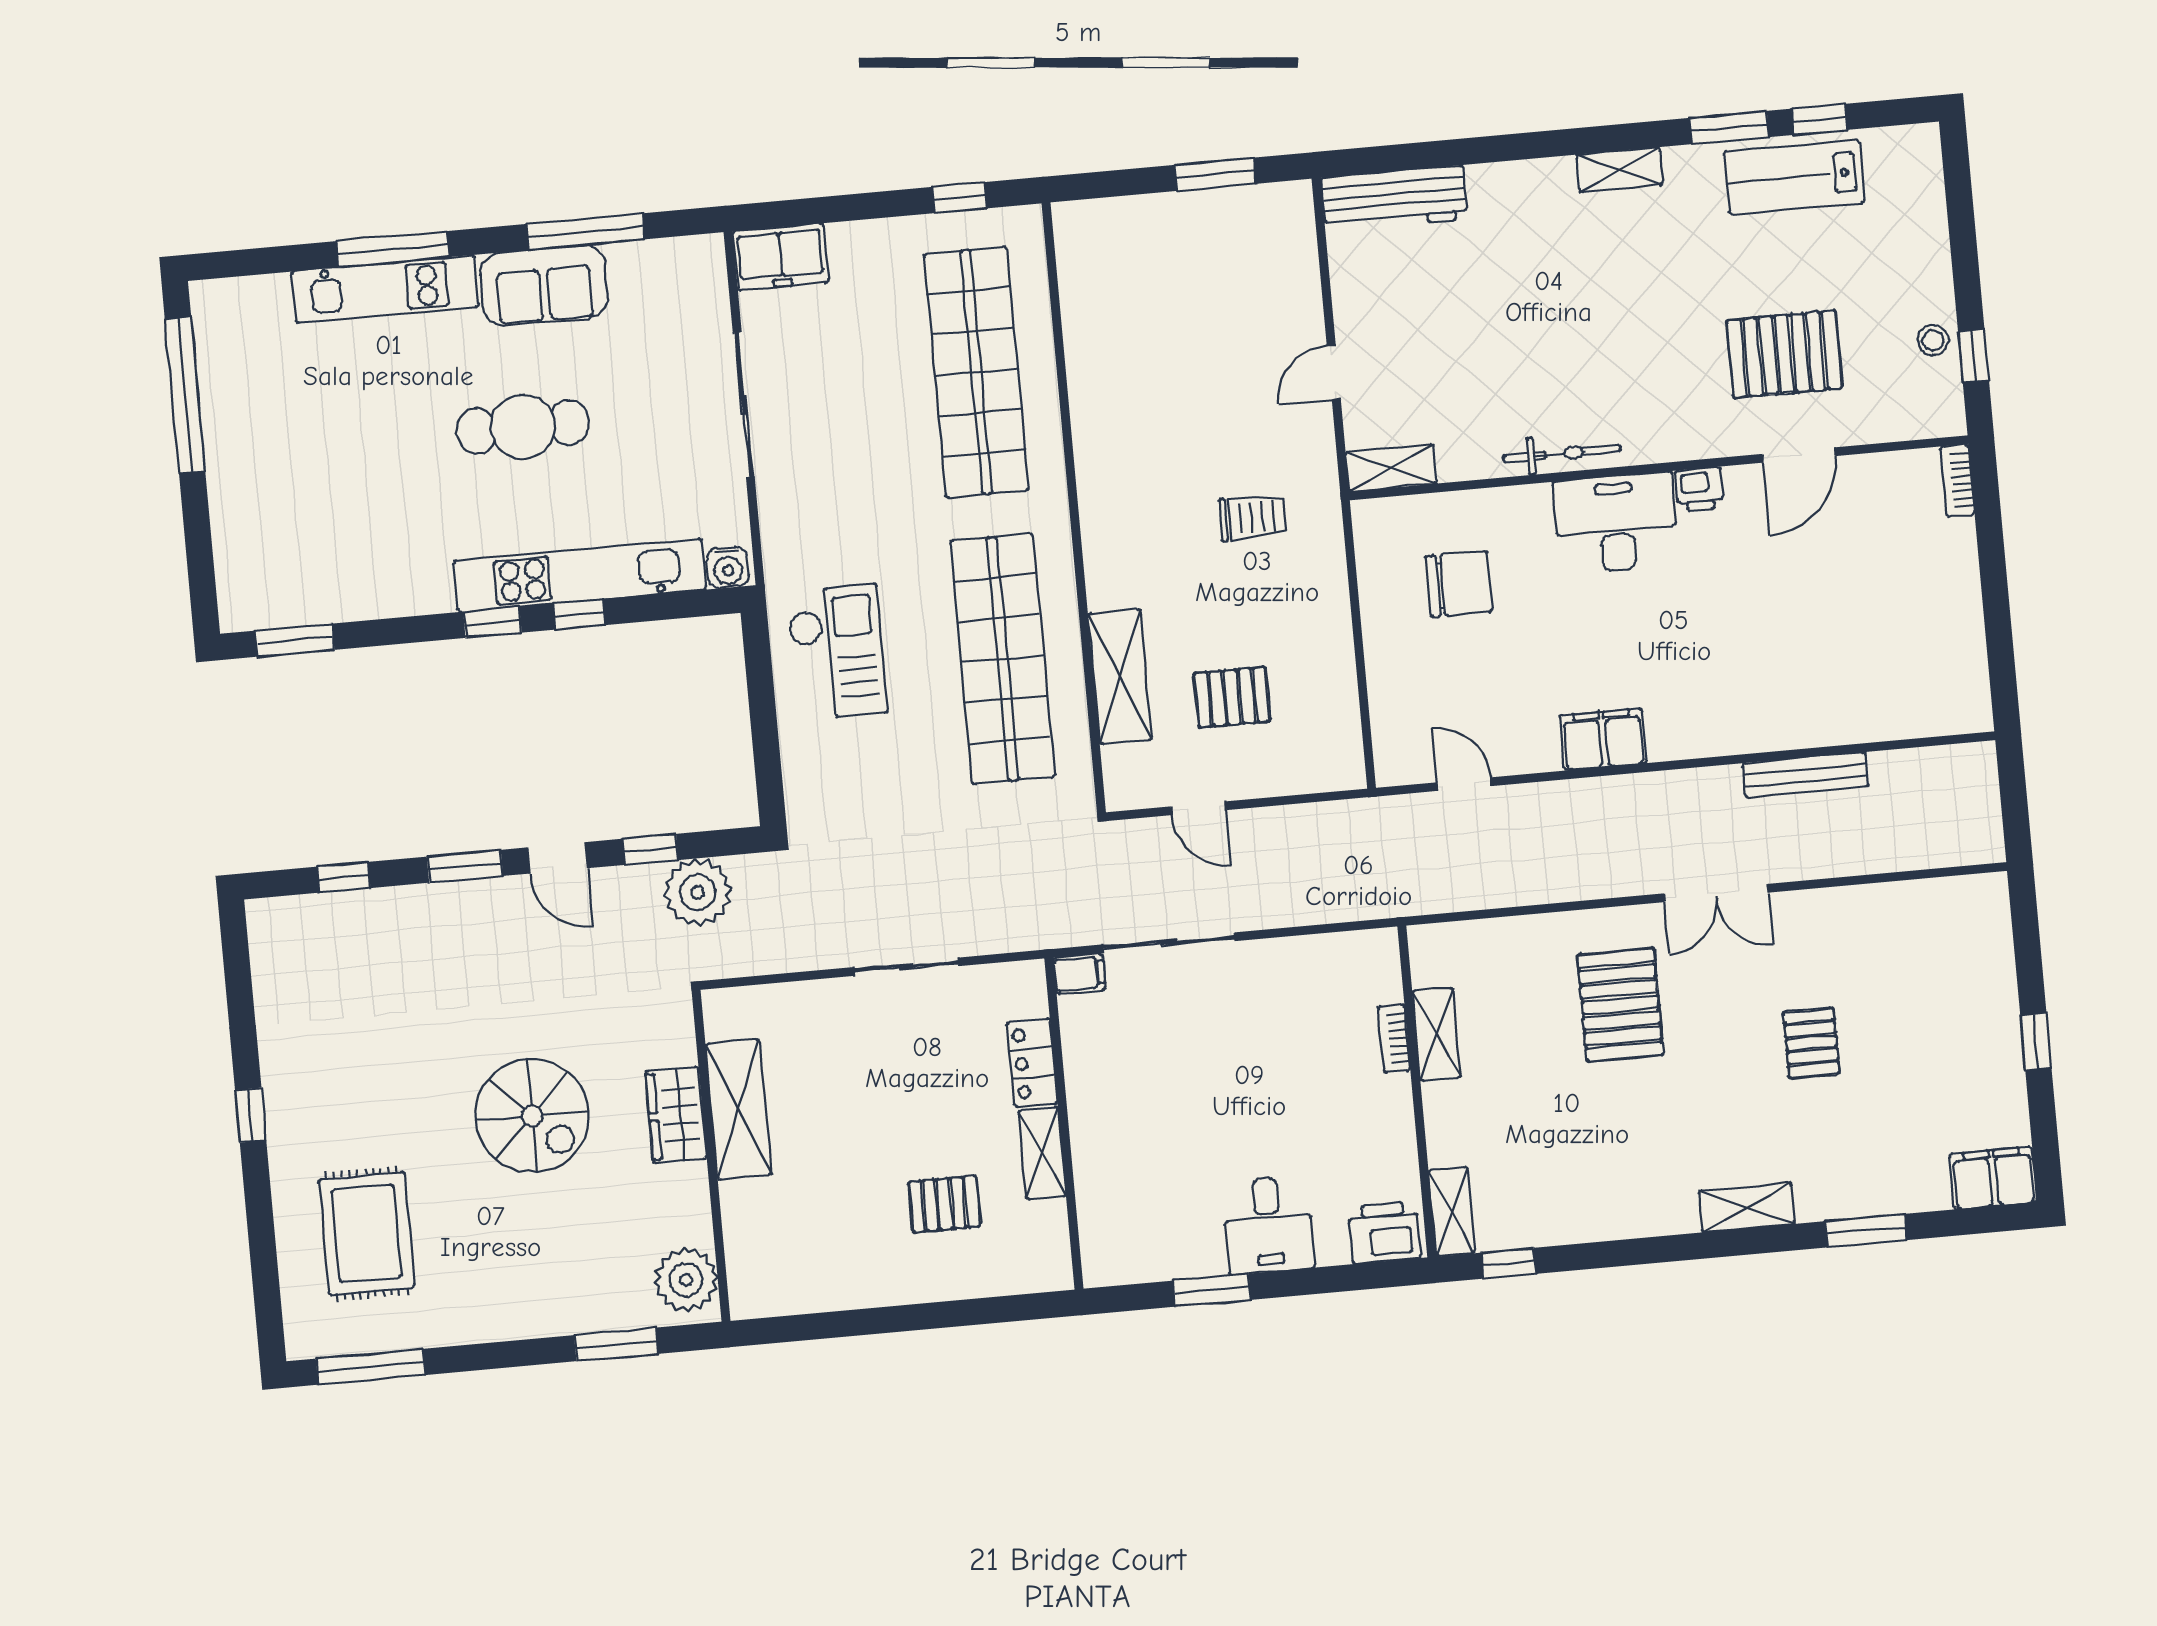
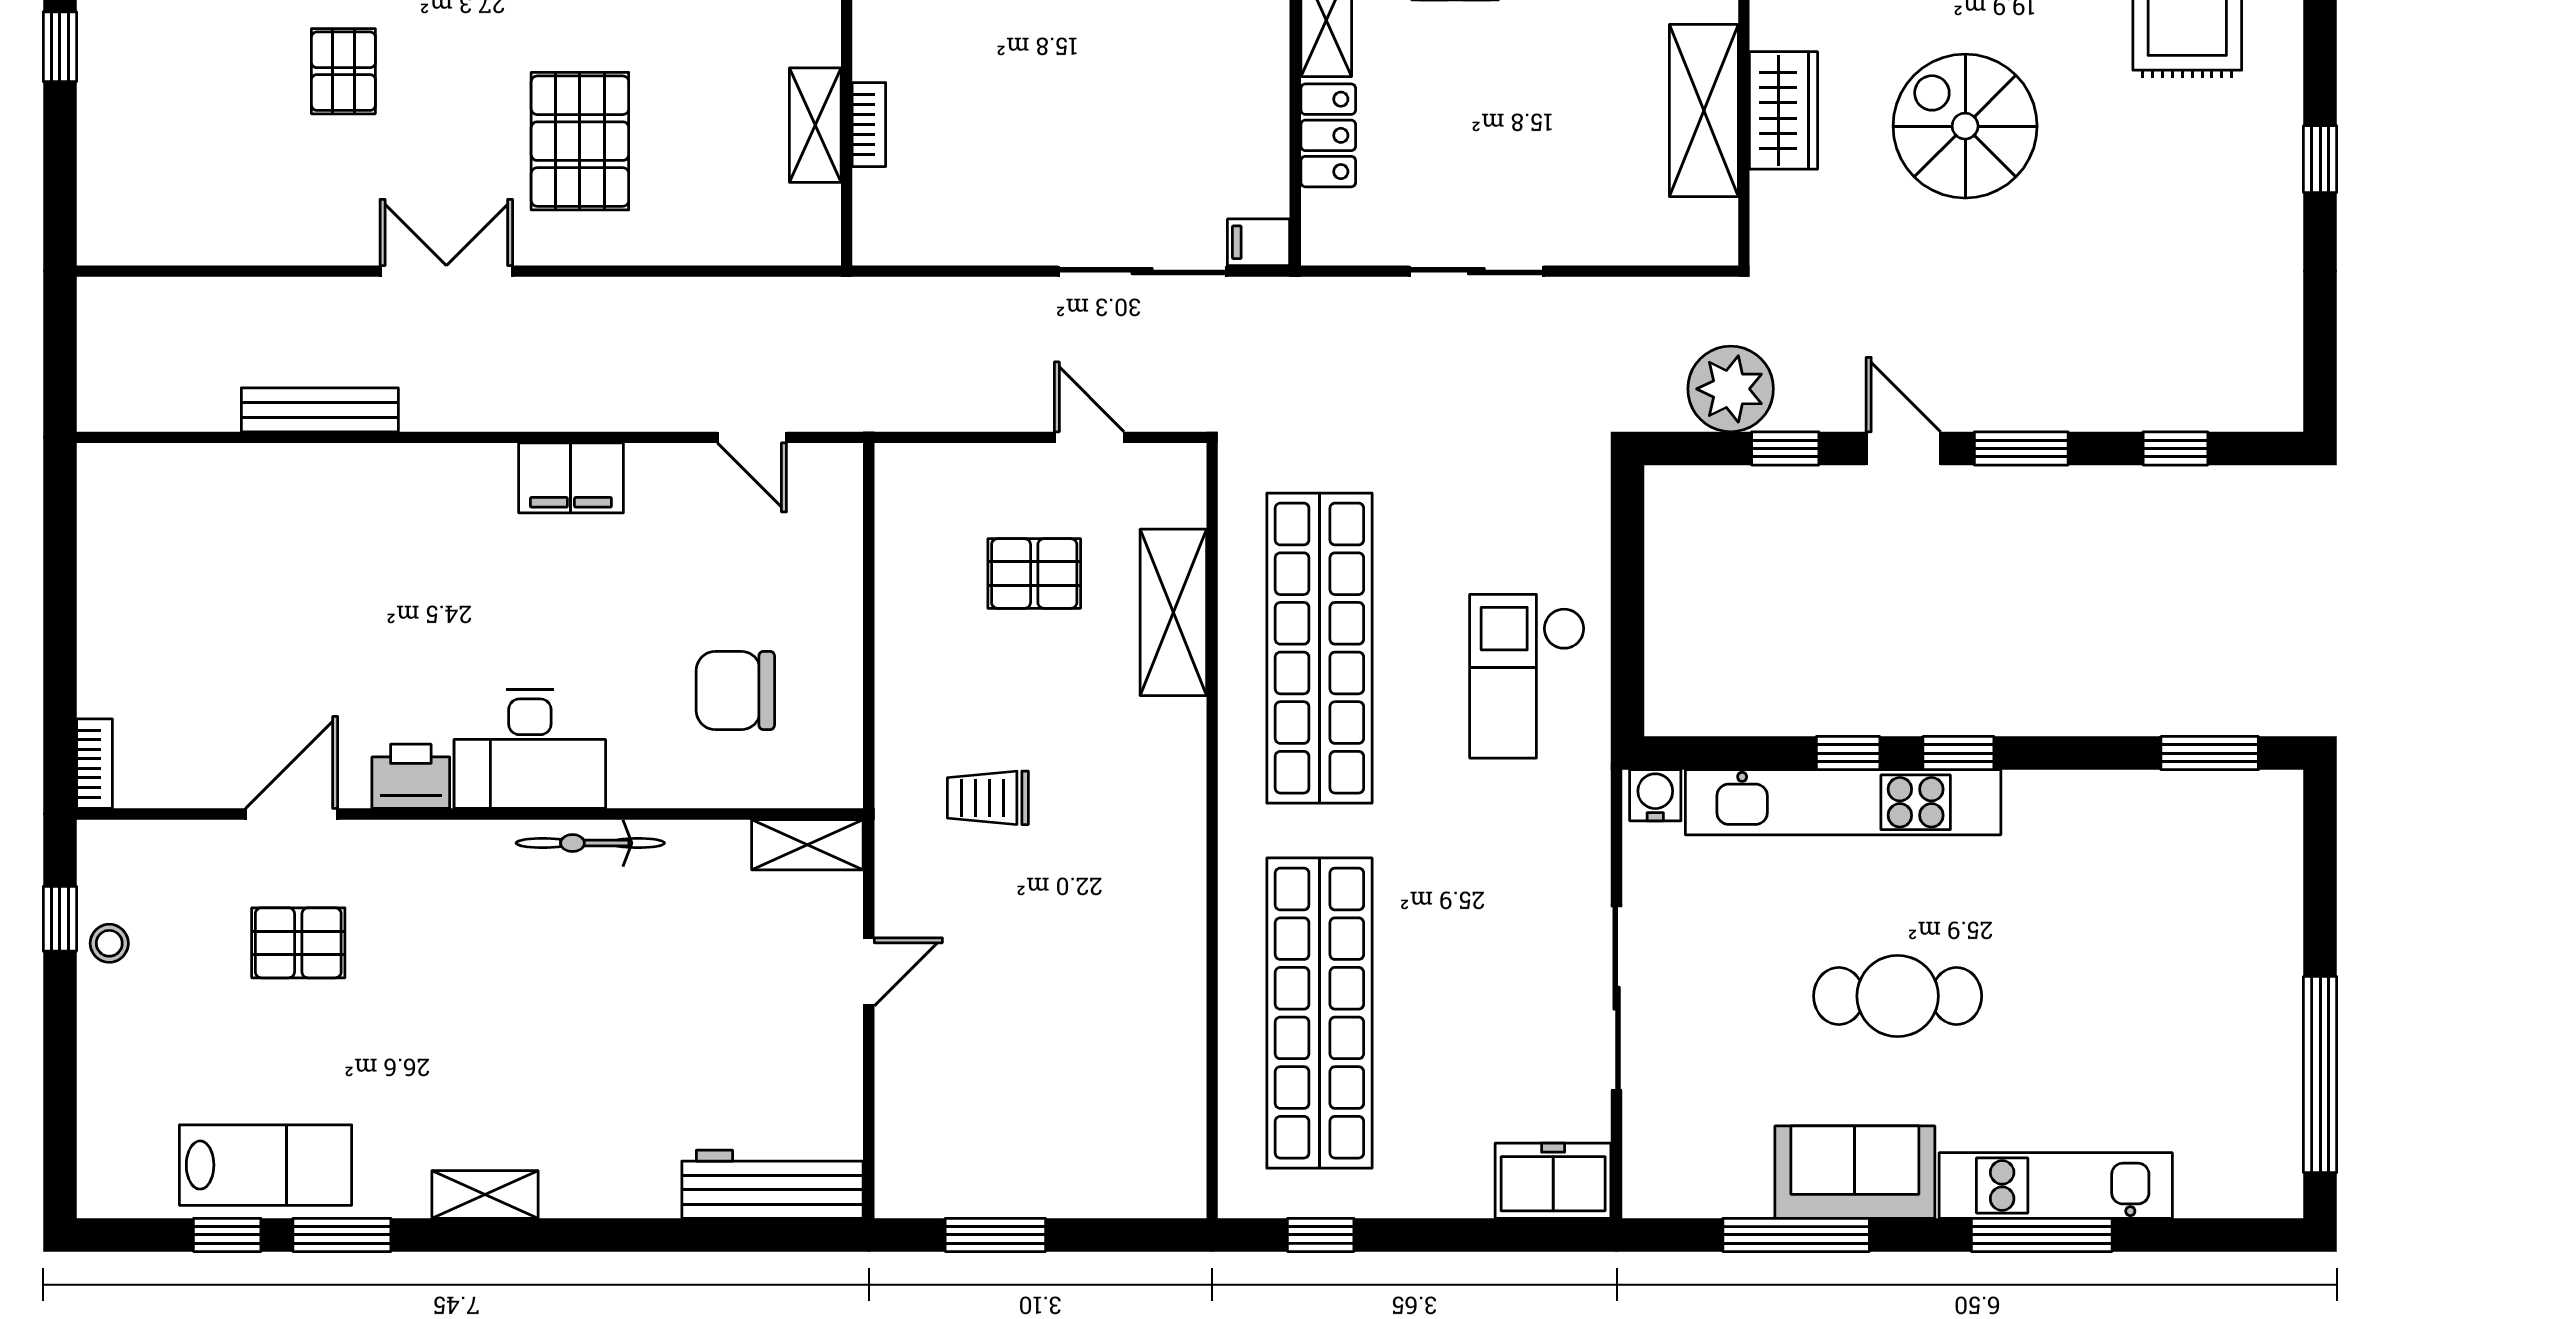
pallet: (1784, 354) -> (298, 943), width x0.67, depth x0.71
printer: (1699, 489) -> (411, 776), width x1.36, depth x1.24

